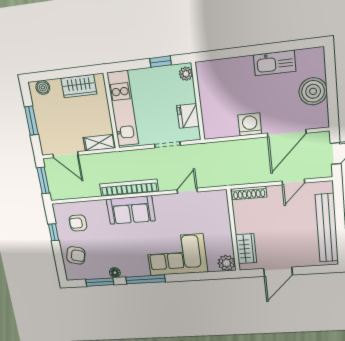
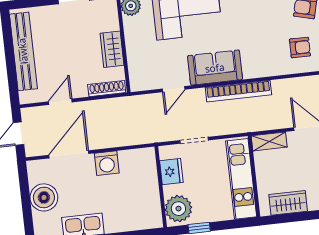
plant: (186, 74) -> (178, 209), width x1.88, depth x1.88
sofa: (131, 210) -> (215, 68), moved
wardrobe: (246, 249) -> (112, 49), moved

